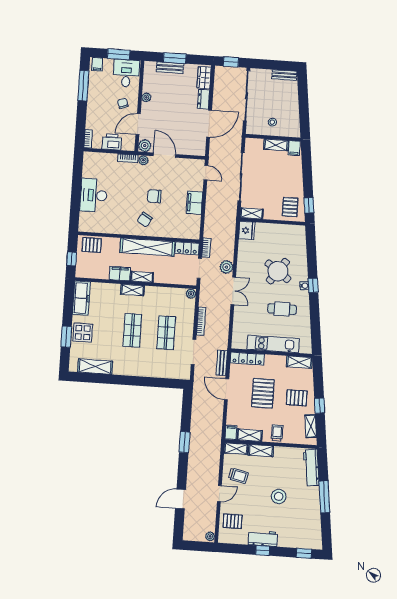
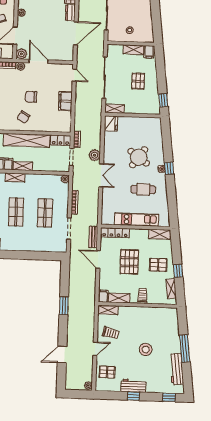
pallet: (290, 207) -> (138, 81), moved
shelving: (261, 451) -> (129, 311), removed
workbench: (311, 468) -> (177, 369), moved

